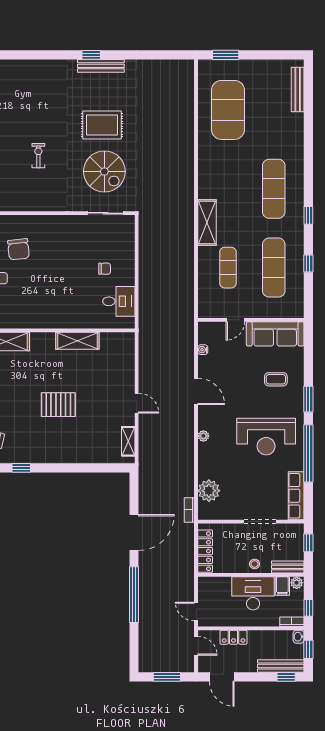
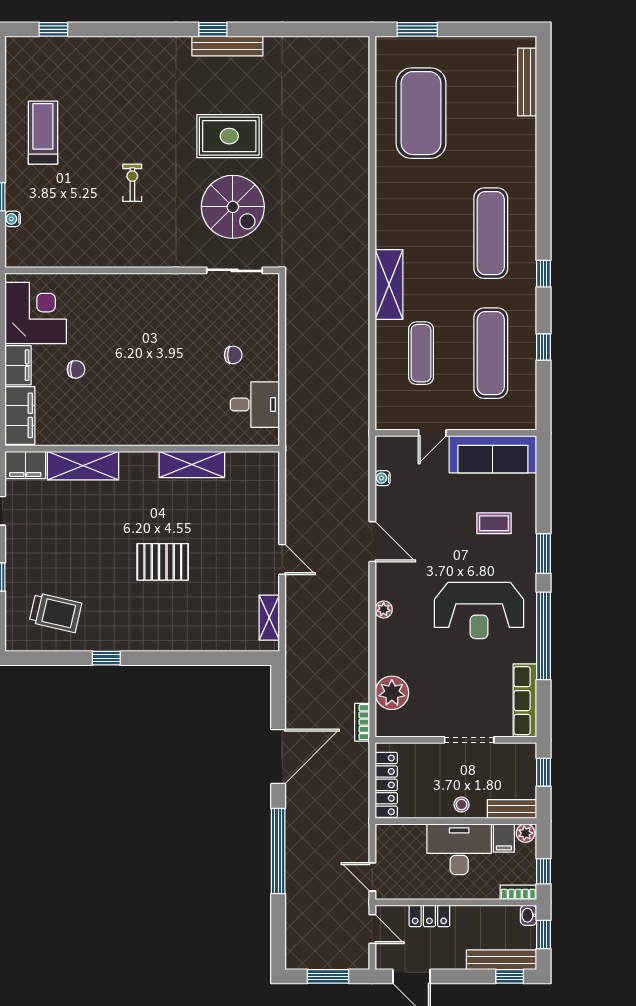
chair: (18, 249) -> (102, 325), removed

